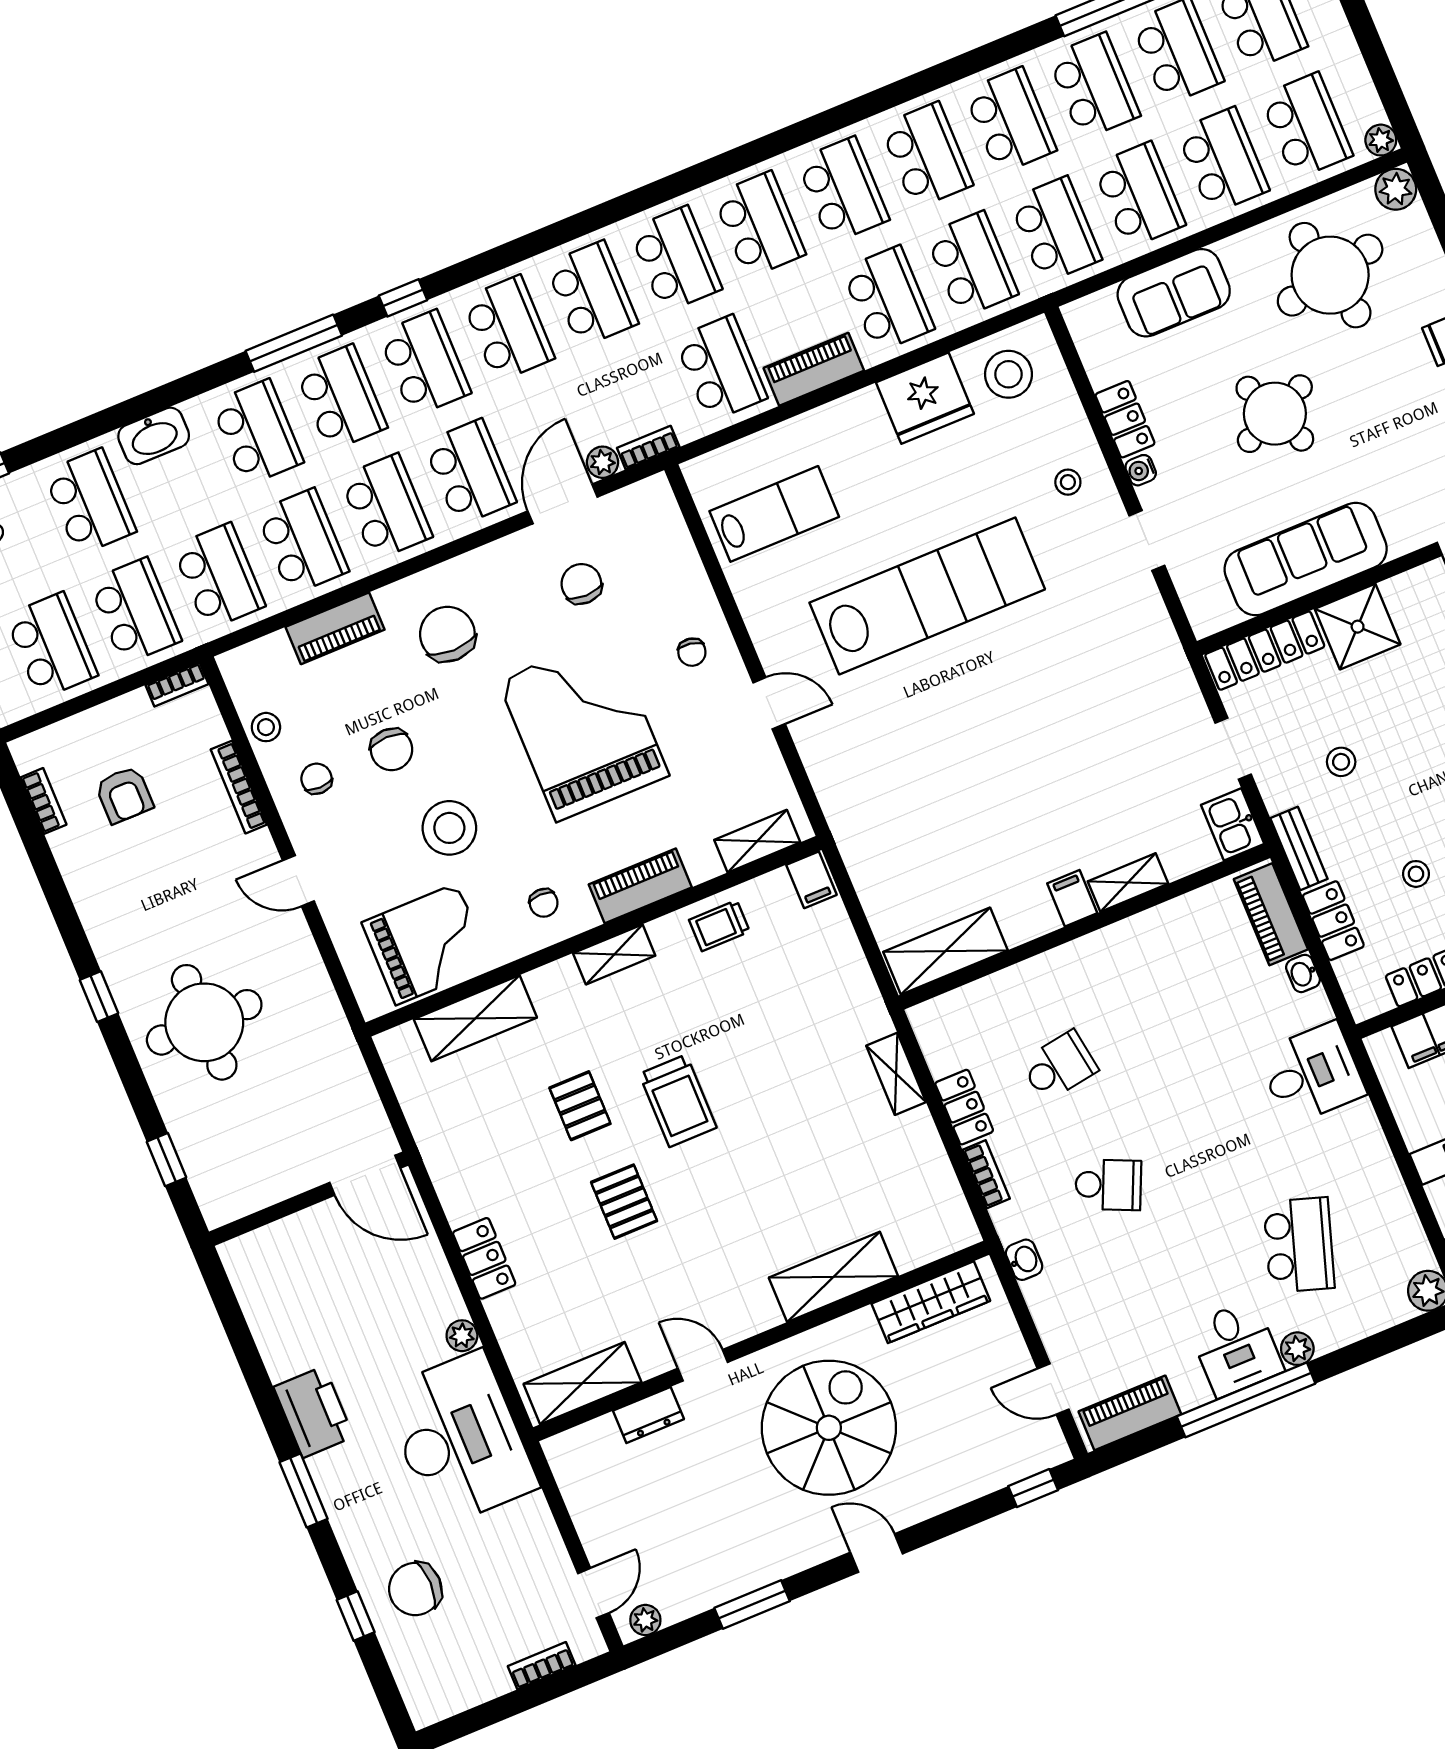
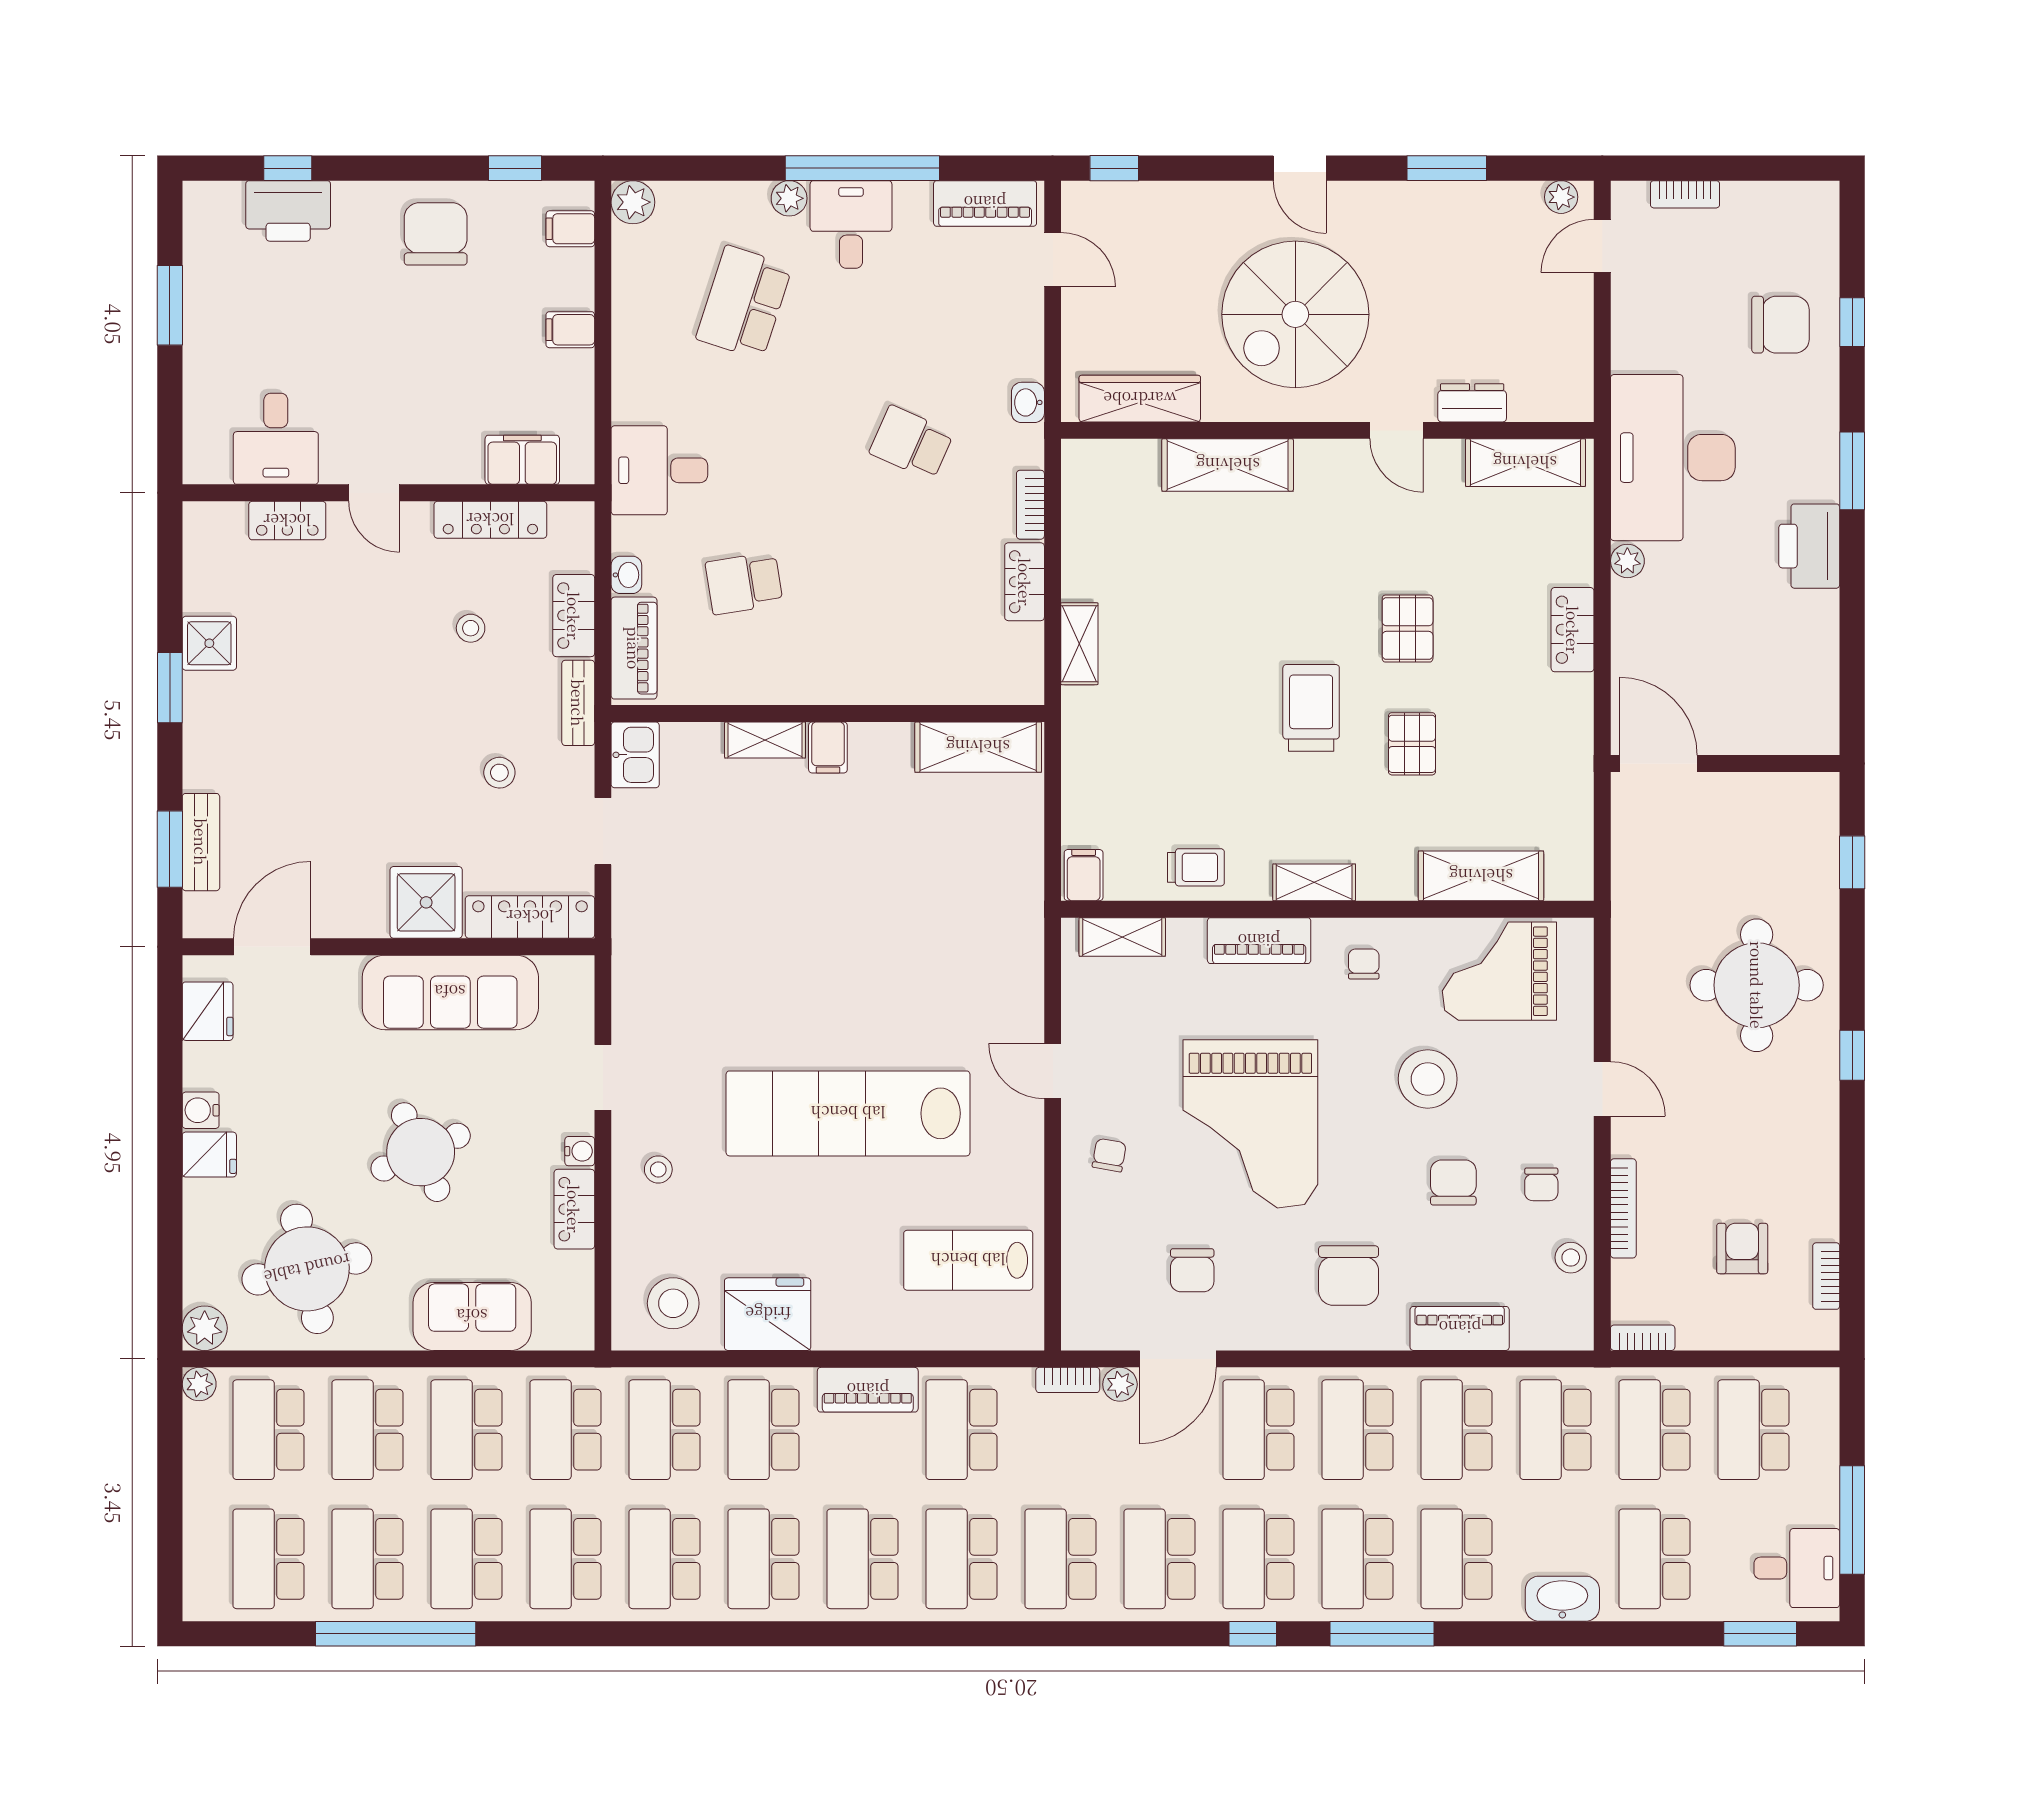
school desk: (1059, 1066) -> (744, 583), moved

